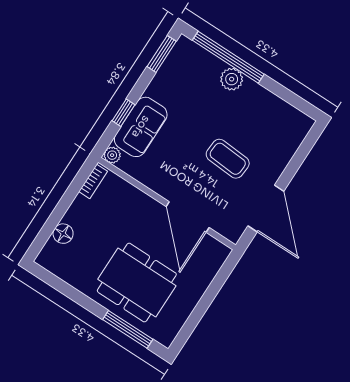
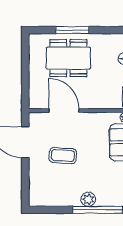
window: (128, 329) -> (72, 30), moved

